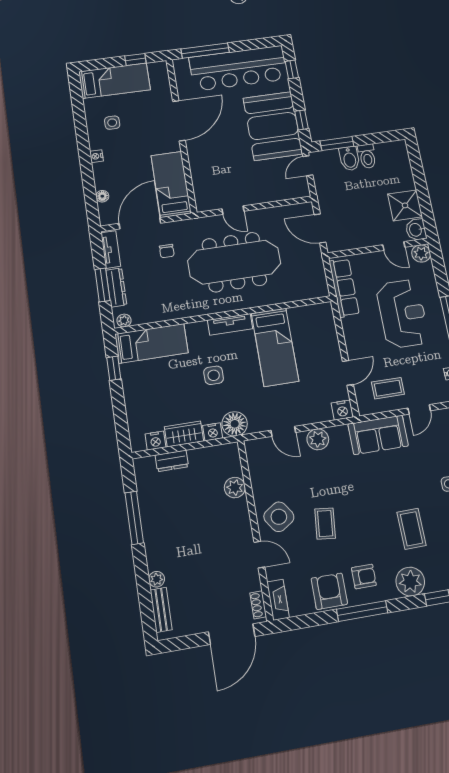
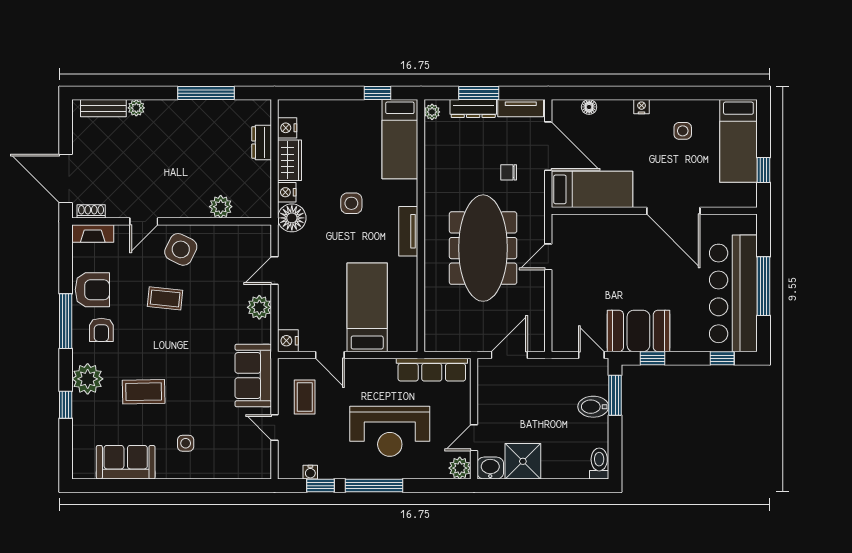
window: (205, 51) -> (764, 286), moved
booth: (273, 126) -> (638, 331), width x0.73, depth x0.70
toilet: (367, 156) -> (599, 464), moved, turned 90
bed: (275, 347) -> (367, 307), moved, turned 90
side table: (279, 517) -> (181, 249), turned -30

